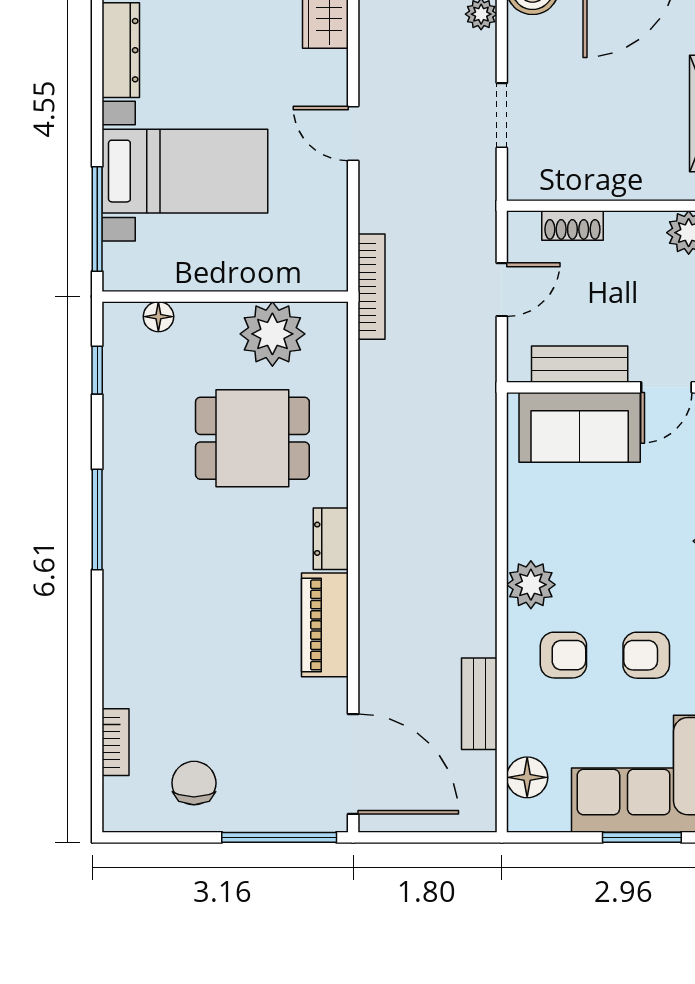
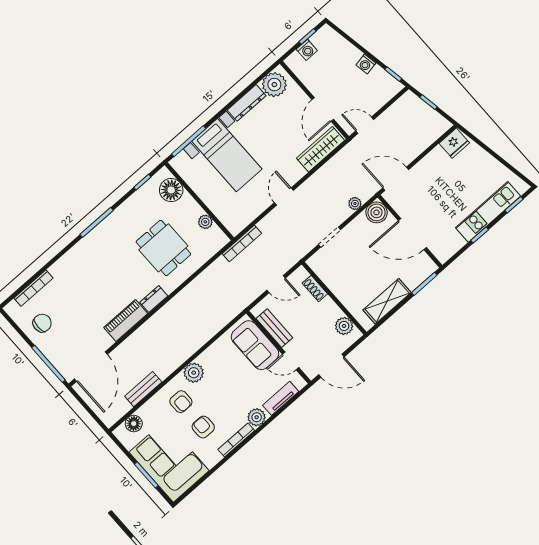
floor lamp: (158, 317) -> (171, 190), width x1.89, depth x1.89
plant: (272, 334) -> (205, 222), width x0.53, depth x0.53
bookcase: (115, 742) -> (33, 288), width x1.56

